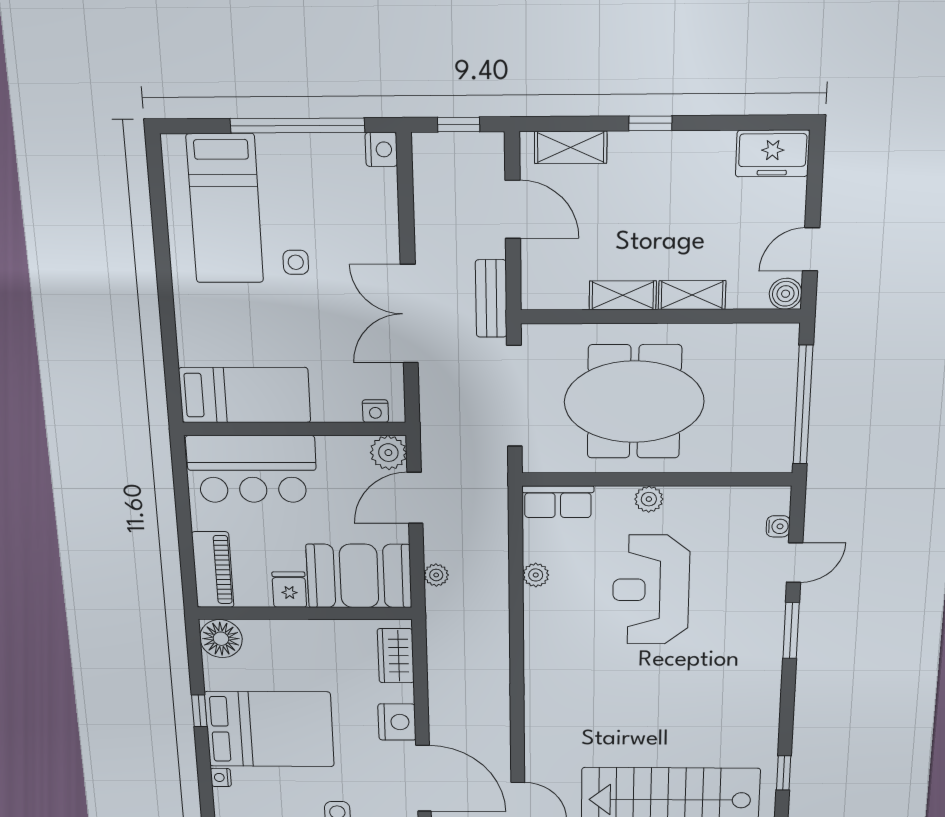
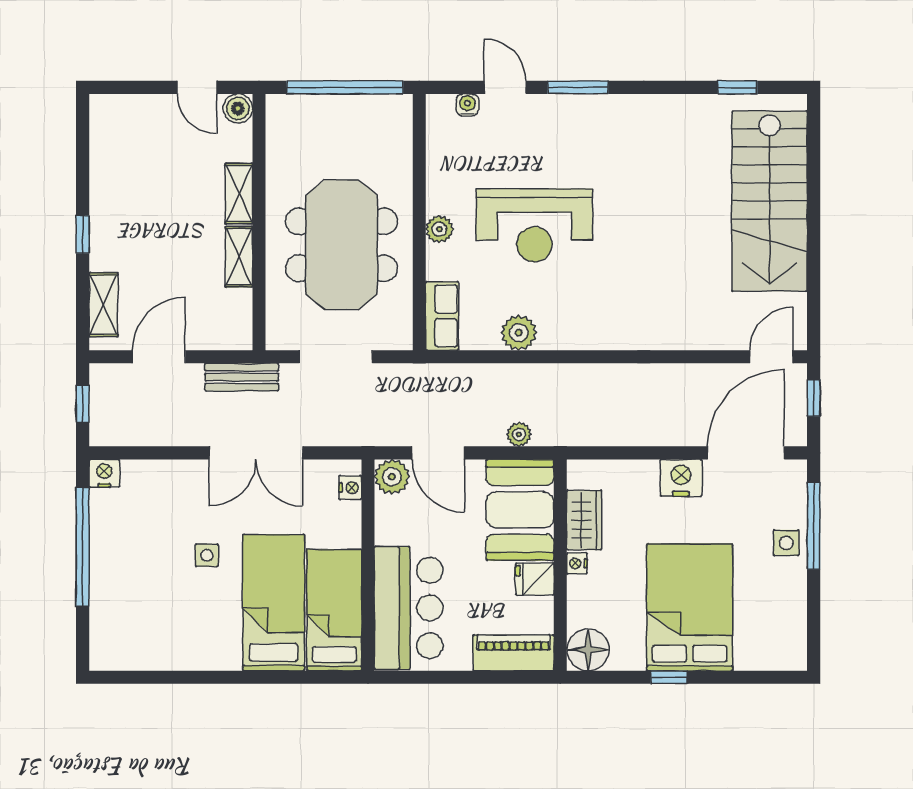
freezer: (773, 153) -> (110, 126), removed
bed: (225, 209) -> (274, 603), moved, turned -90
doorway: (514, 396) -> (336, 357), width x0.73
plant: (536, 575) -> (519, 333), width x1.38, depth x1.38
wardrobe: (396, 656) -> (584, 520), moved, turned -90
nightstand: (221, 777) -> (577, 563), moved, turned 90

